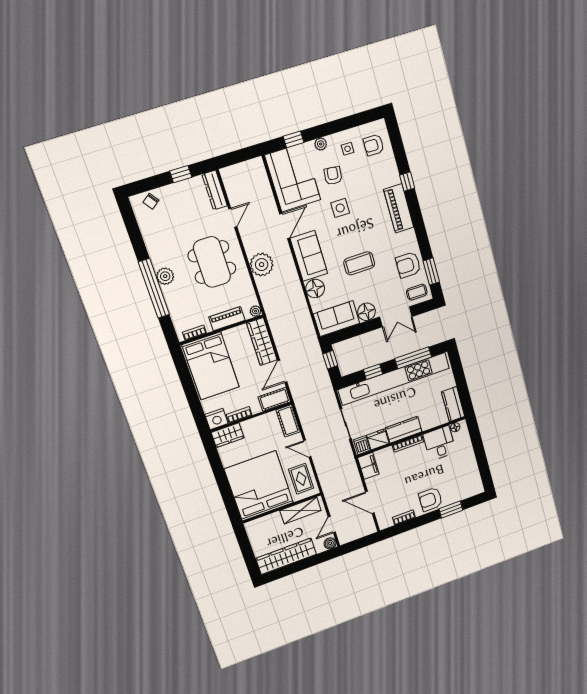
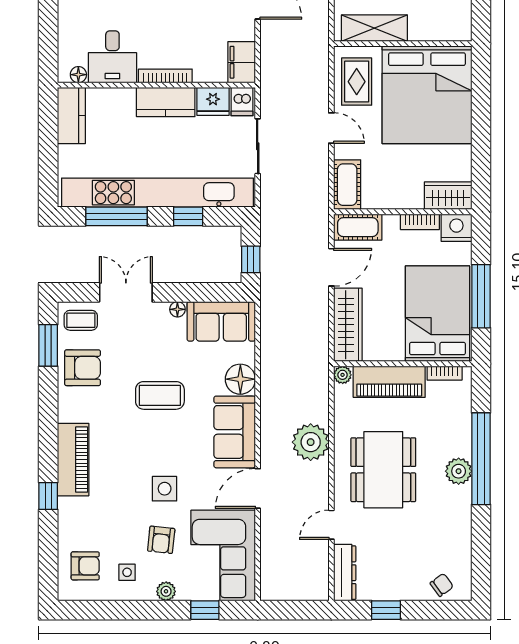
floor lamp: (366, 312) -> (177, 309), width x0.53, depth x0.53
piano: (227, 319) -> (389, 382), width x1.37, depth x1.33
window: (188, 385) -> (481, 296), added

